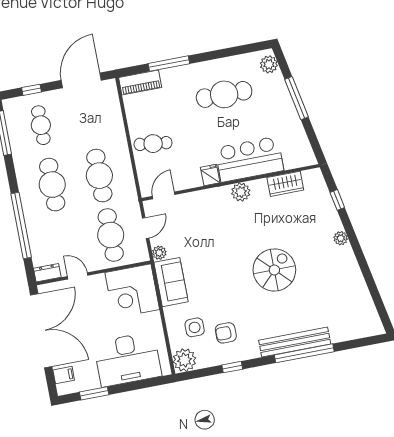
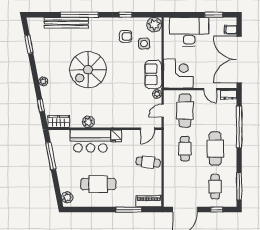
window: (296, 98) -> (51, 156), moved
cafe table: (99, 176) -> (185, 149), width x0.73, depth x0.74
wardrobe: (285, 184) -> (59, 122), moved
plant: (241, 192) -> (88, 122), moved
spiral stairs: (274, 270) -> (88, 70), width x1.37, depth x1.37
window: (374, 292) -> (29, 44), added
bench: (295, 342) -> (66, 23), moved

